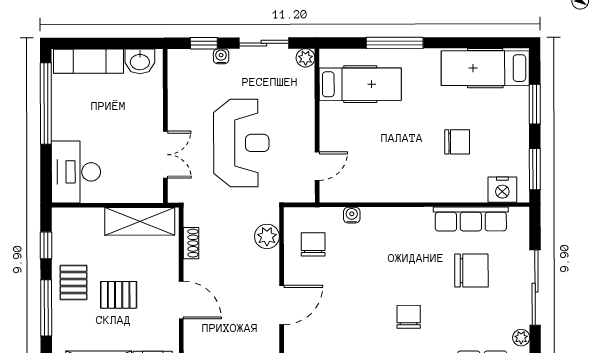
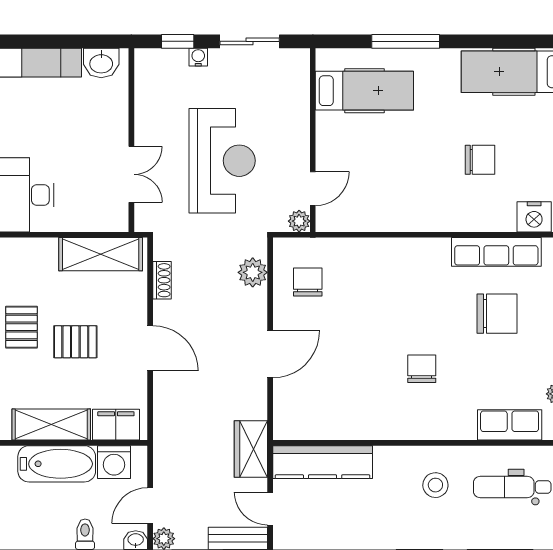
plant: (305, 58) -> (299, 221), moved
water cooler: (352, 215) -> (354, 247), removed

